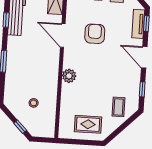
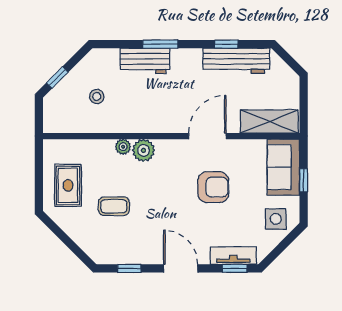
door: (144, 57) -> (181, 268), hinge flipped
workbench: (13, 71) -> (145, 61), added
plant: (66, 88) -> (123, 147), added
coffee table: (118, 107) -> (114, 206), moved

